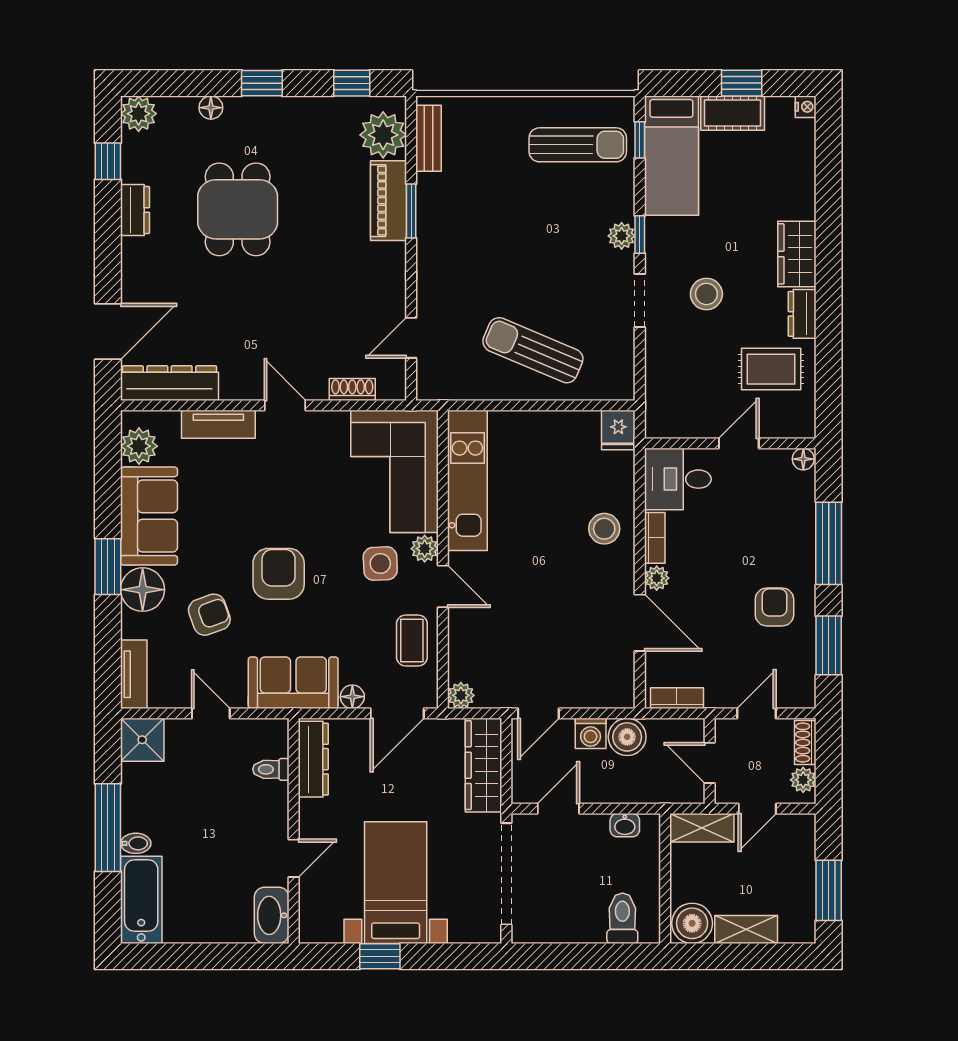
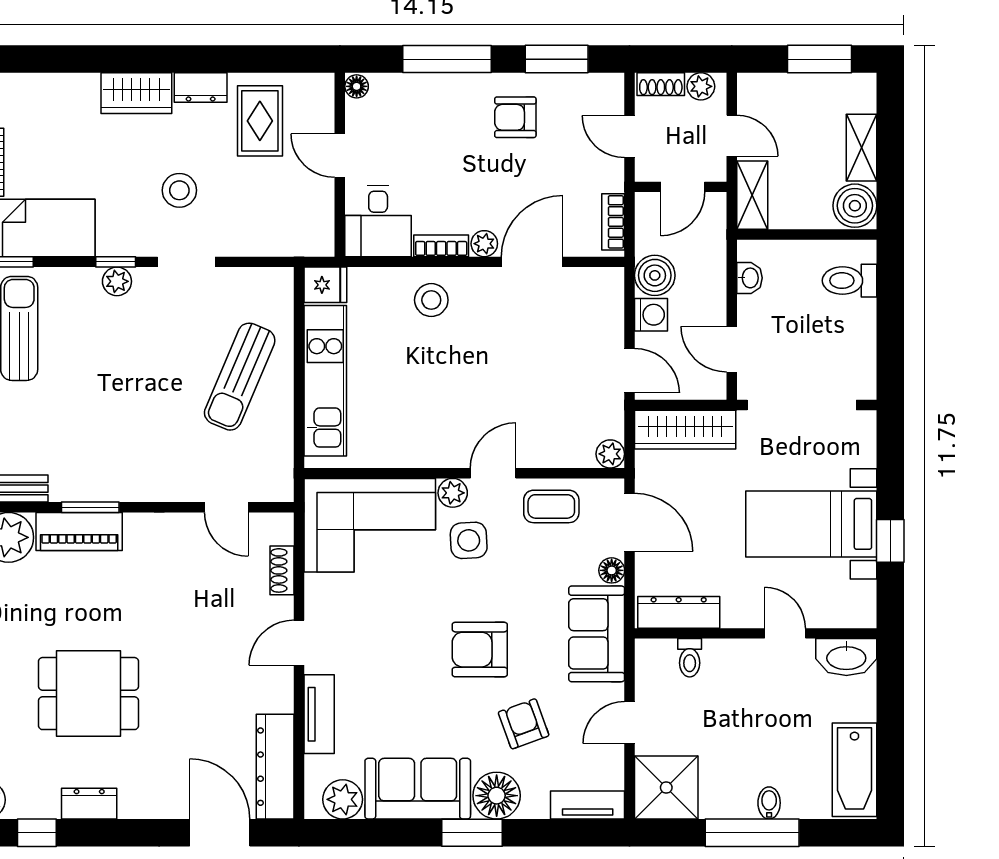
kitchen unit: (467, 480) -> (325, 381), moved, turned 90
shower: (142, 740) -> (666, 788), width x1.36, depth x1.36
bathtub: (141, 900) -> (855, 770), moved, turned -90

